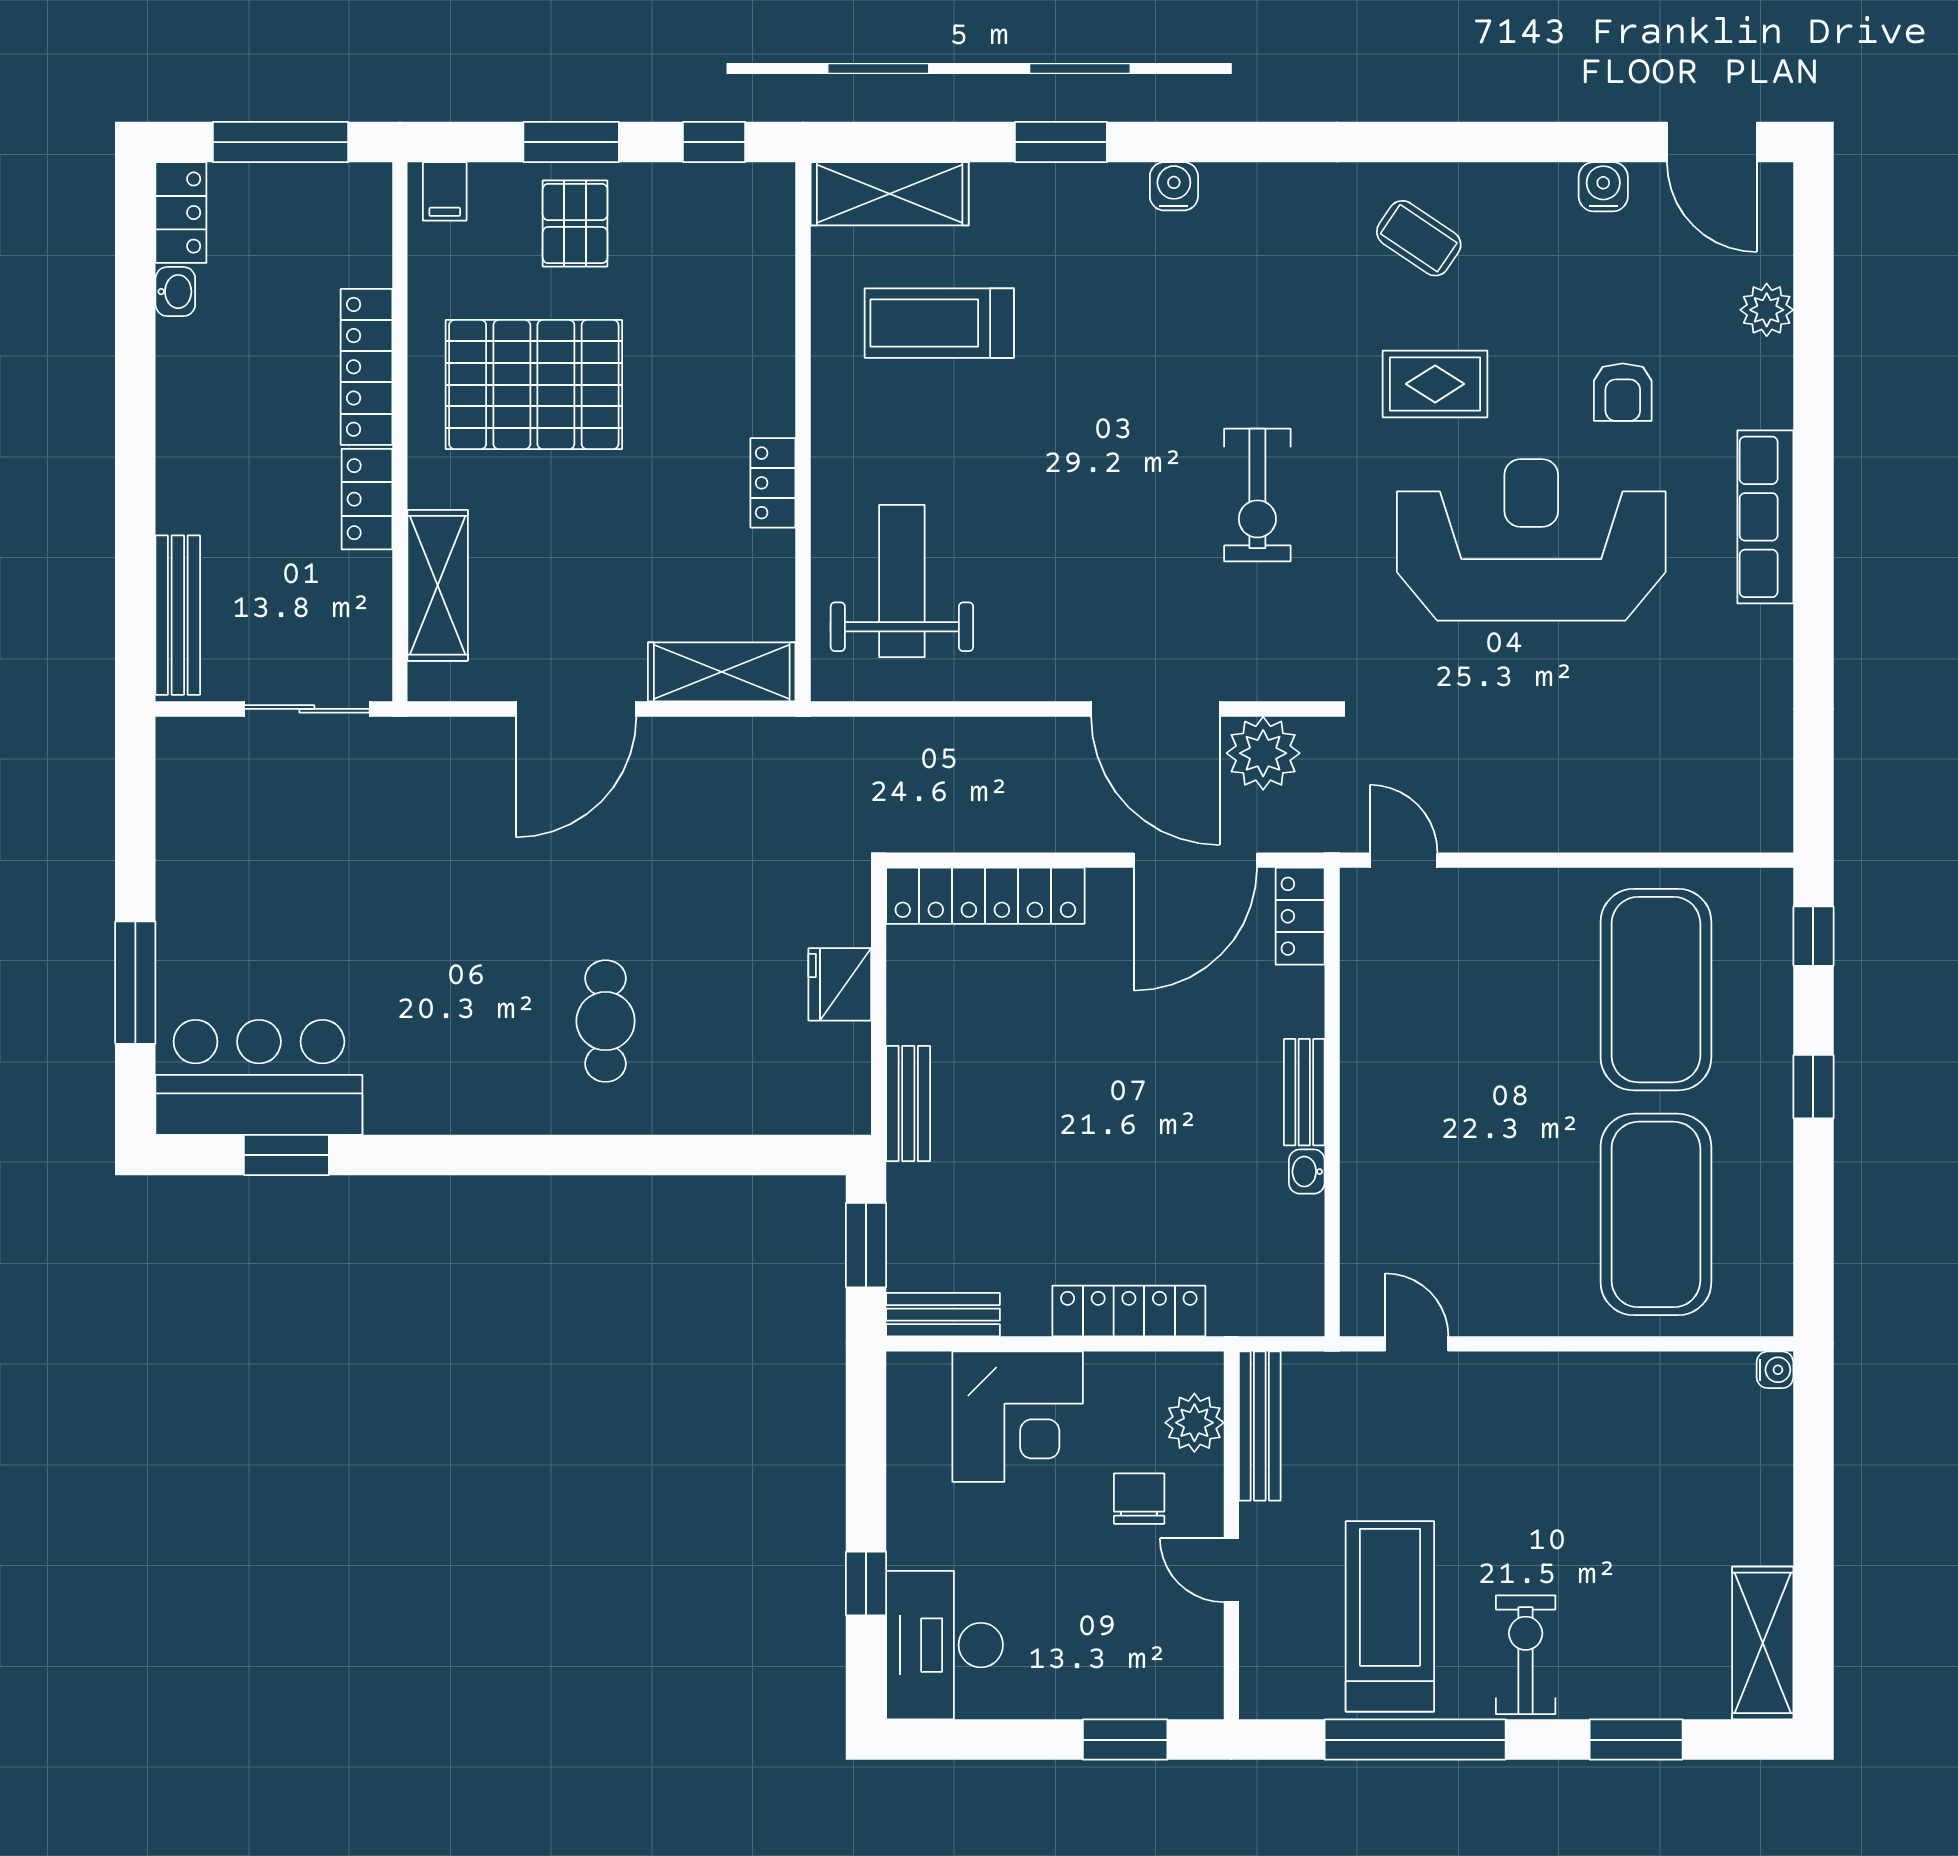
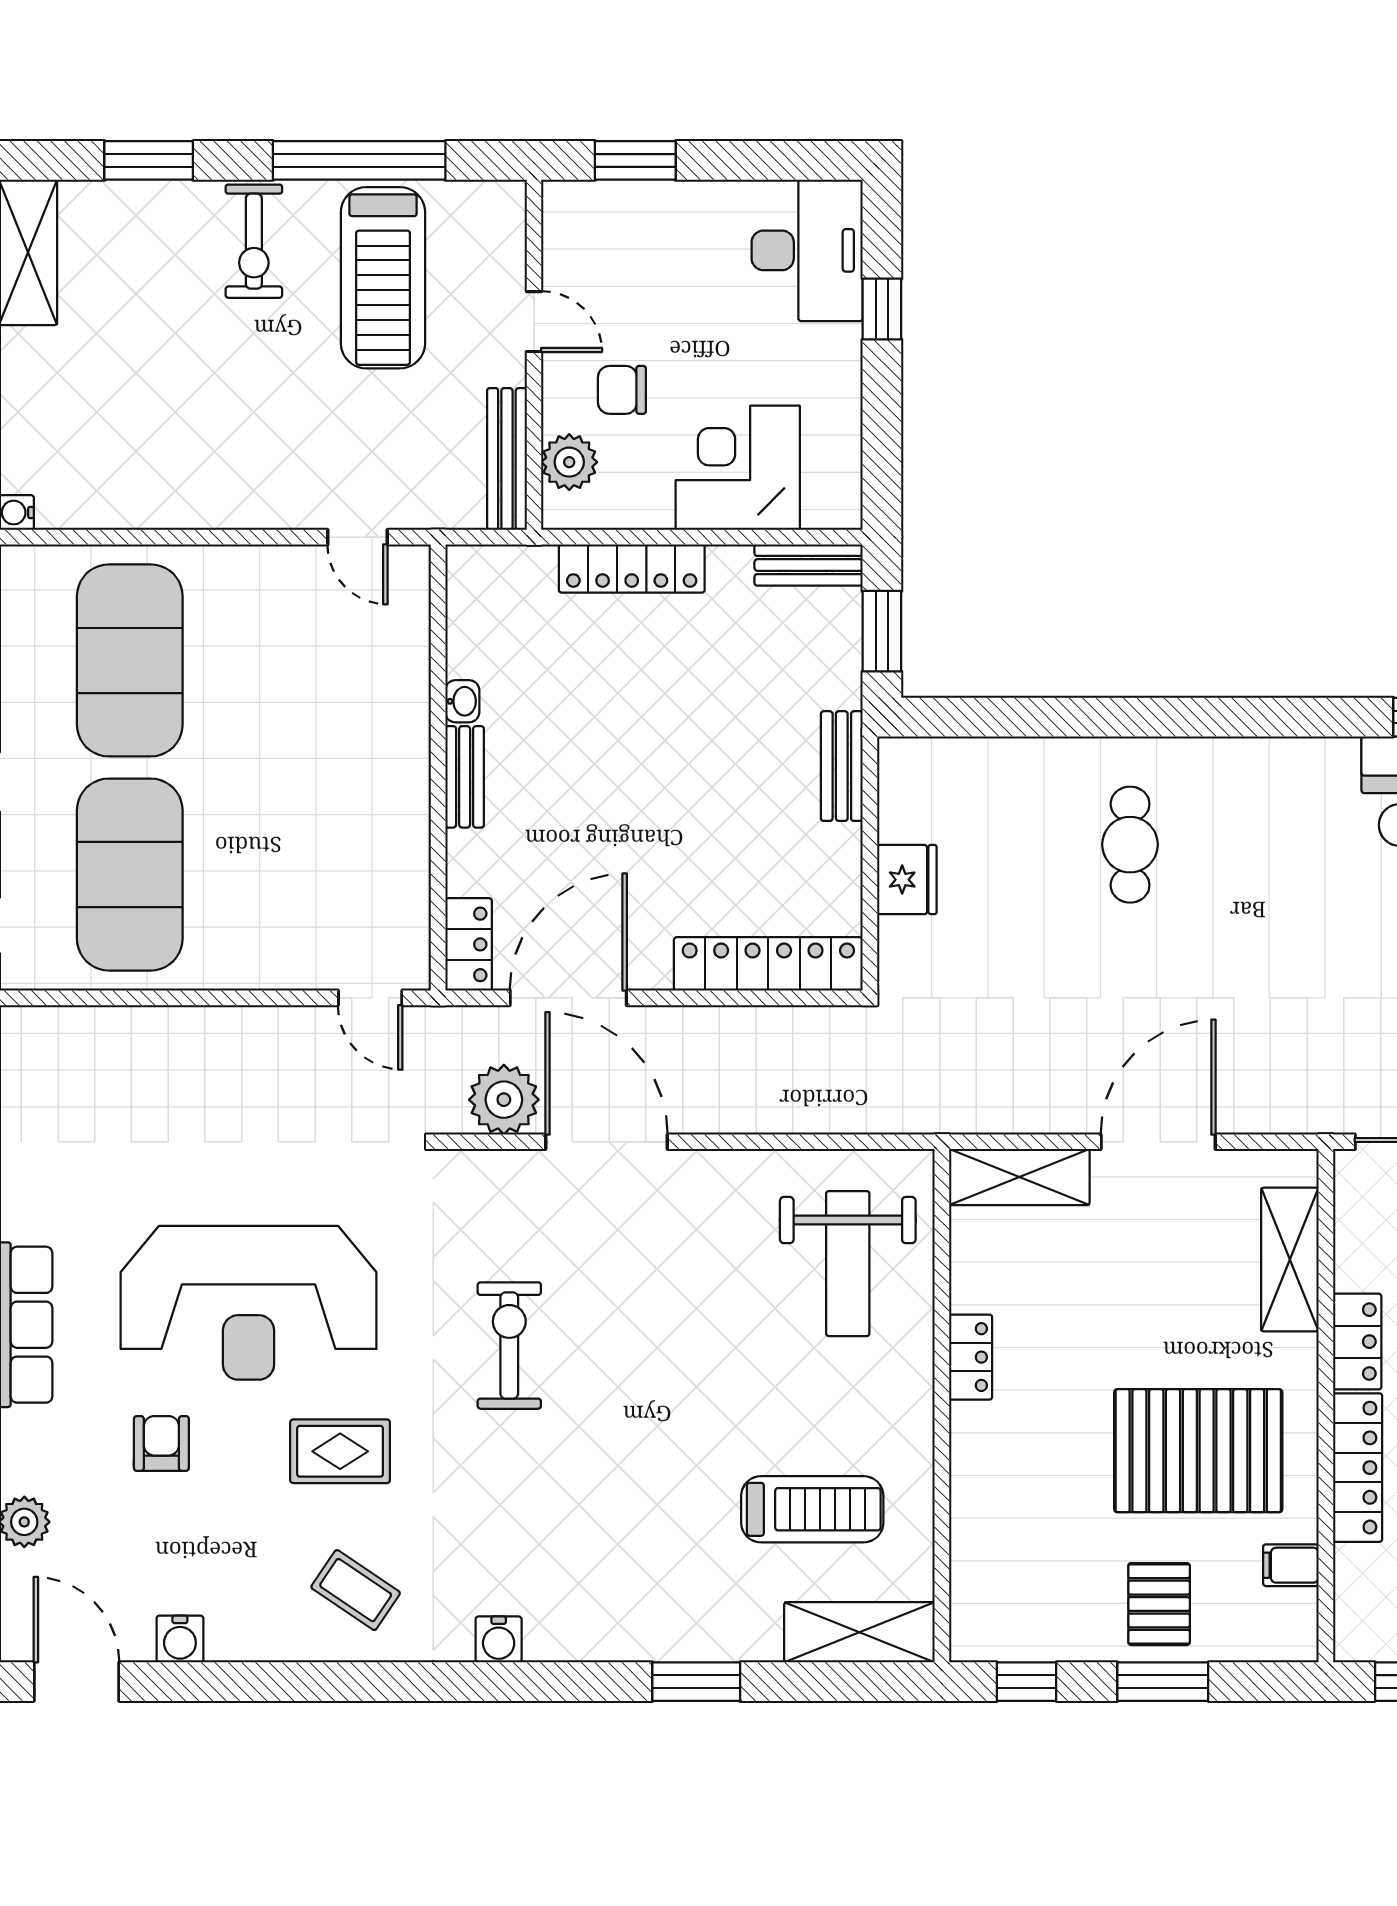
water cooler: (1174, 186) -> (499, 1639), moved
filing cabinet: (445, 191) -> (1291, 1565), moved, turned -90
chair: (1139, 1499) -> (622, 390), turned 90

